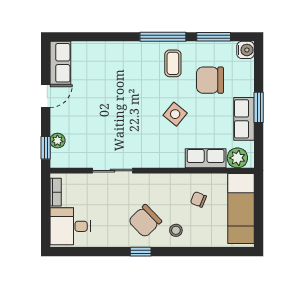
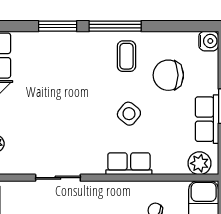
window: (214, 37) -> (58, 26), moved
row of seats: (206, 158) -> (129, 164), moved

